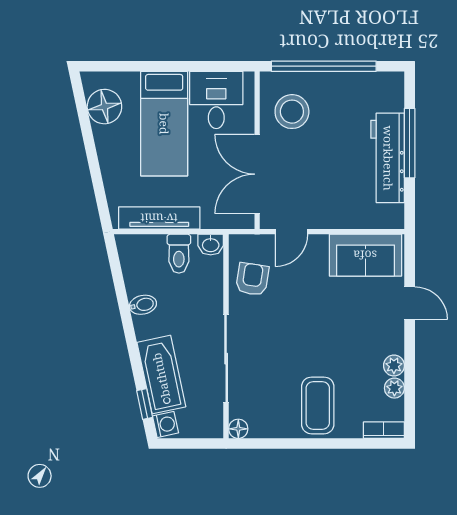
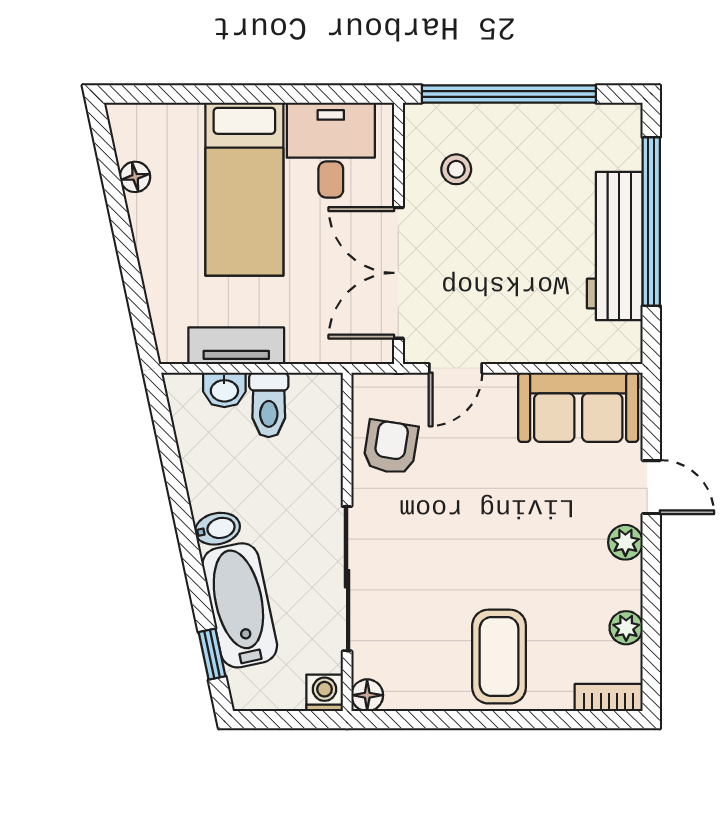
floor lamp: (104, 107) -> (135, 177), width x0.53, depth x0.53
stool: (292, 112) -> (456, 169), width x0.53, depth x0.53
window: (410, 143) -> (651, 222), width x1.46
tv unit: (159, 218) -> (236, 346), width x0.71
washbasin: (211, 245) -> (224, 390), moved
bidet: (143, 305) -> (217, 529), moved
plant: (394, 366) -> (625, 542), moved
washing machine: (165, 424) -> (325, 693), moved, turned -78

